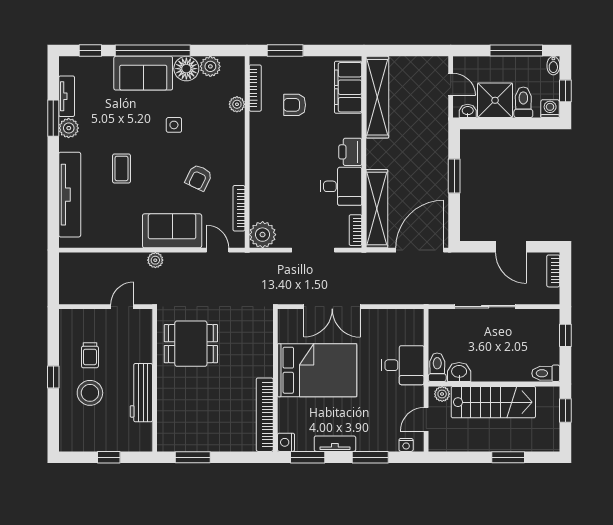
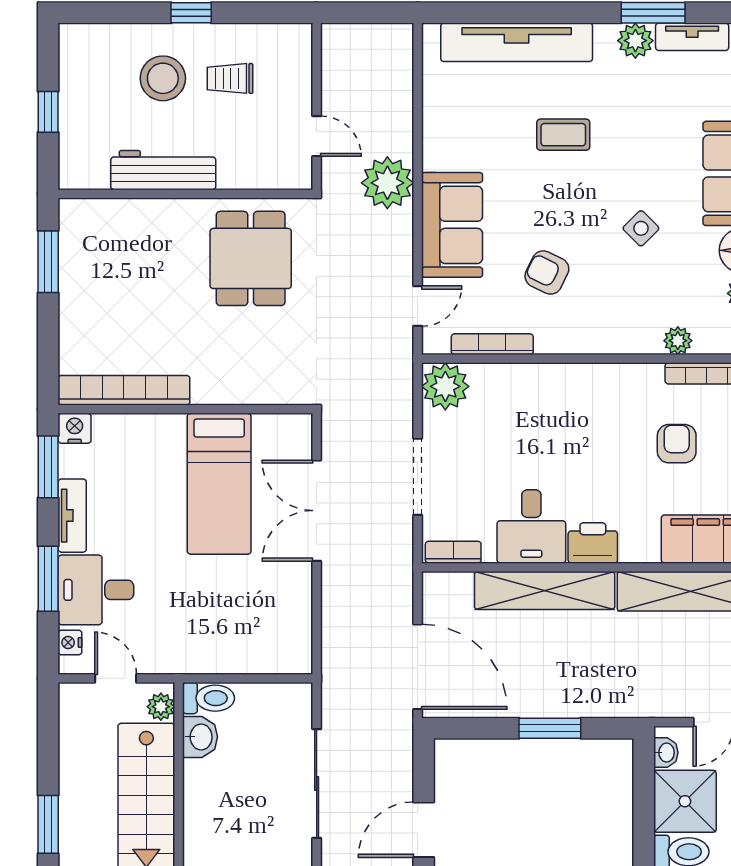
side table: (174, 125) -> (641, 228), turned 45
shelving: (377, 209) -> (545, 590), moved
plant: (155, 260) -> (387, 183), width x1.87, depth x1.87
desk: (403, 365) -> (96, 590), moved, turned 90
bed: (317, 370) -> (219, 484), width x0.67

